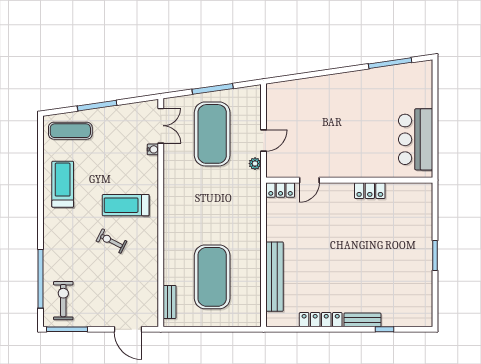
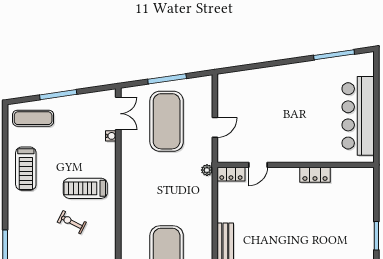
bar counter: (416, 139) -> (358, 116), width x1.36
plant: (255, 164) -> (207, 170), moved
treadmill: (63, 184) -> (26, 169), turned 180

